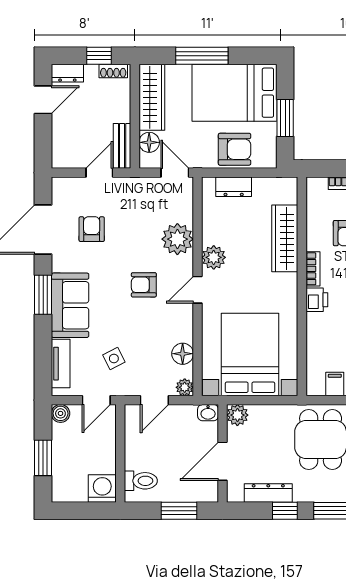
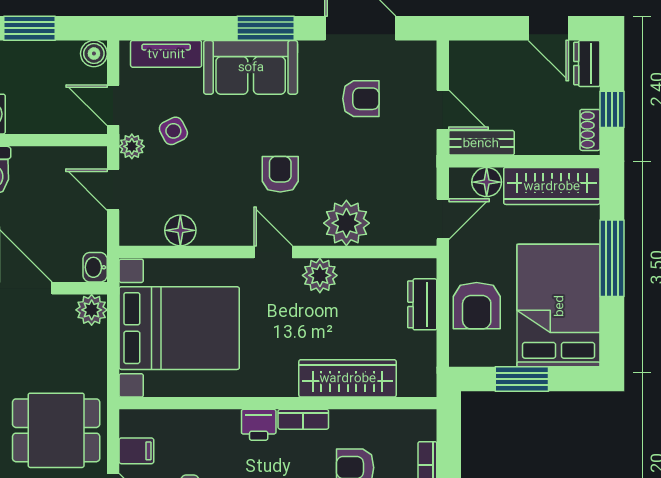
plant: (185, 387) -> (132, 146), moved

